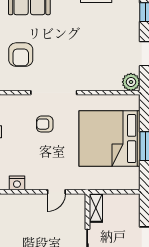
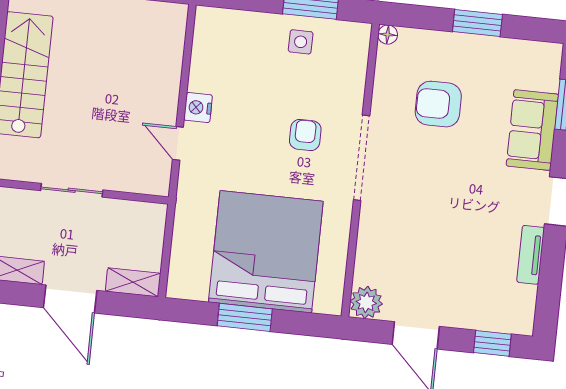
nightstand: (17, 183) -> (198, 108), moved
shelving: (96, 208) -> (133, 282), moved

